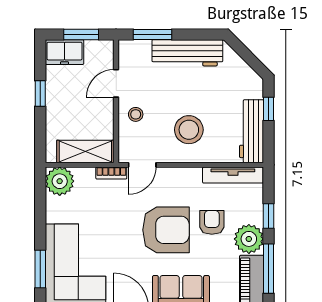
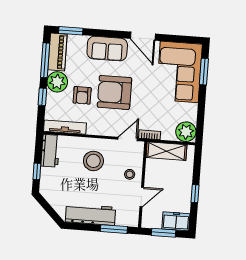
workbench: (252, 131) -> (50, 151), width x0.73

